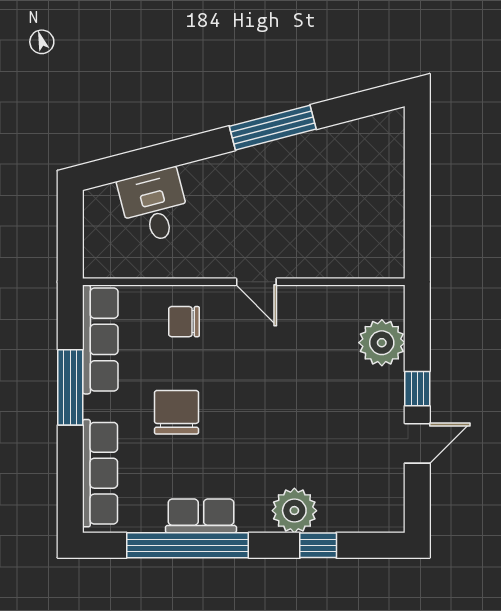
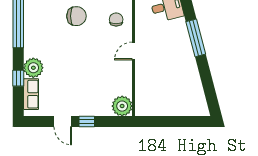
window: (273, 128) -> (196, 38), moved
plant: (382, 343) -> (122, 106), moved
row of seats: (201, 516) -> (31, 94), moved

